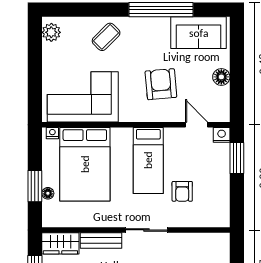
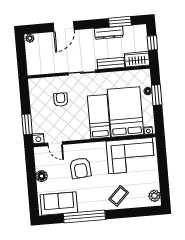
bed: (148, 160) -> (99, 117), moved

